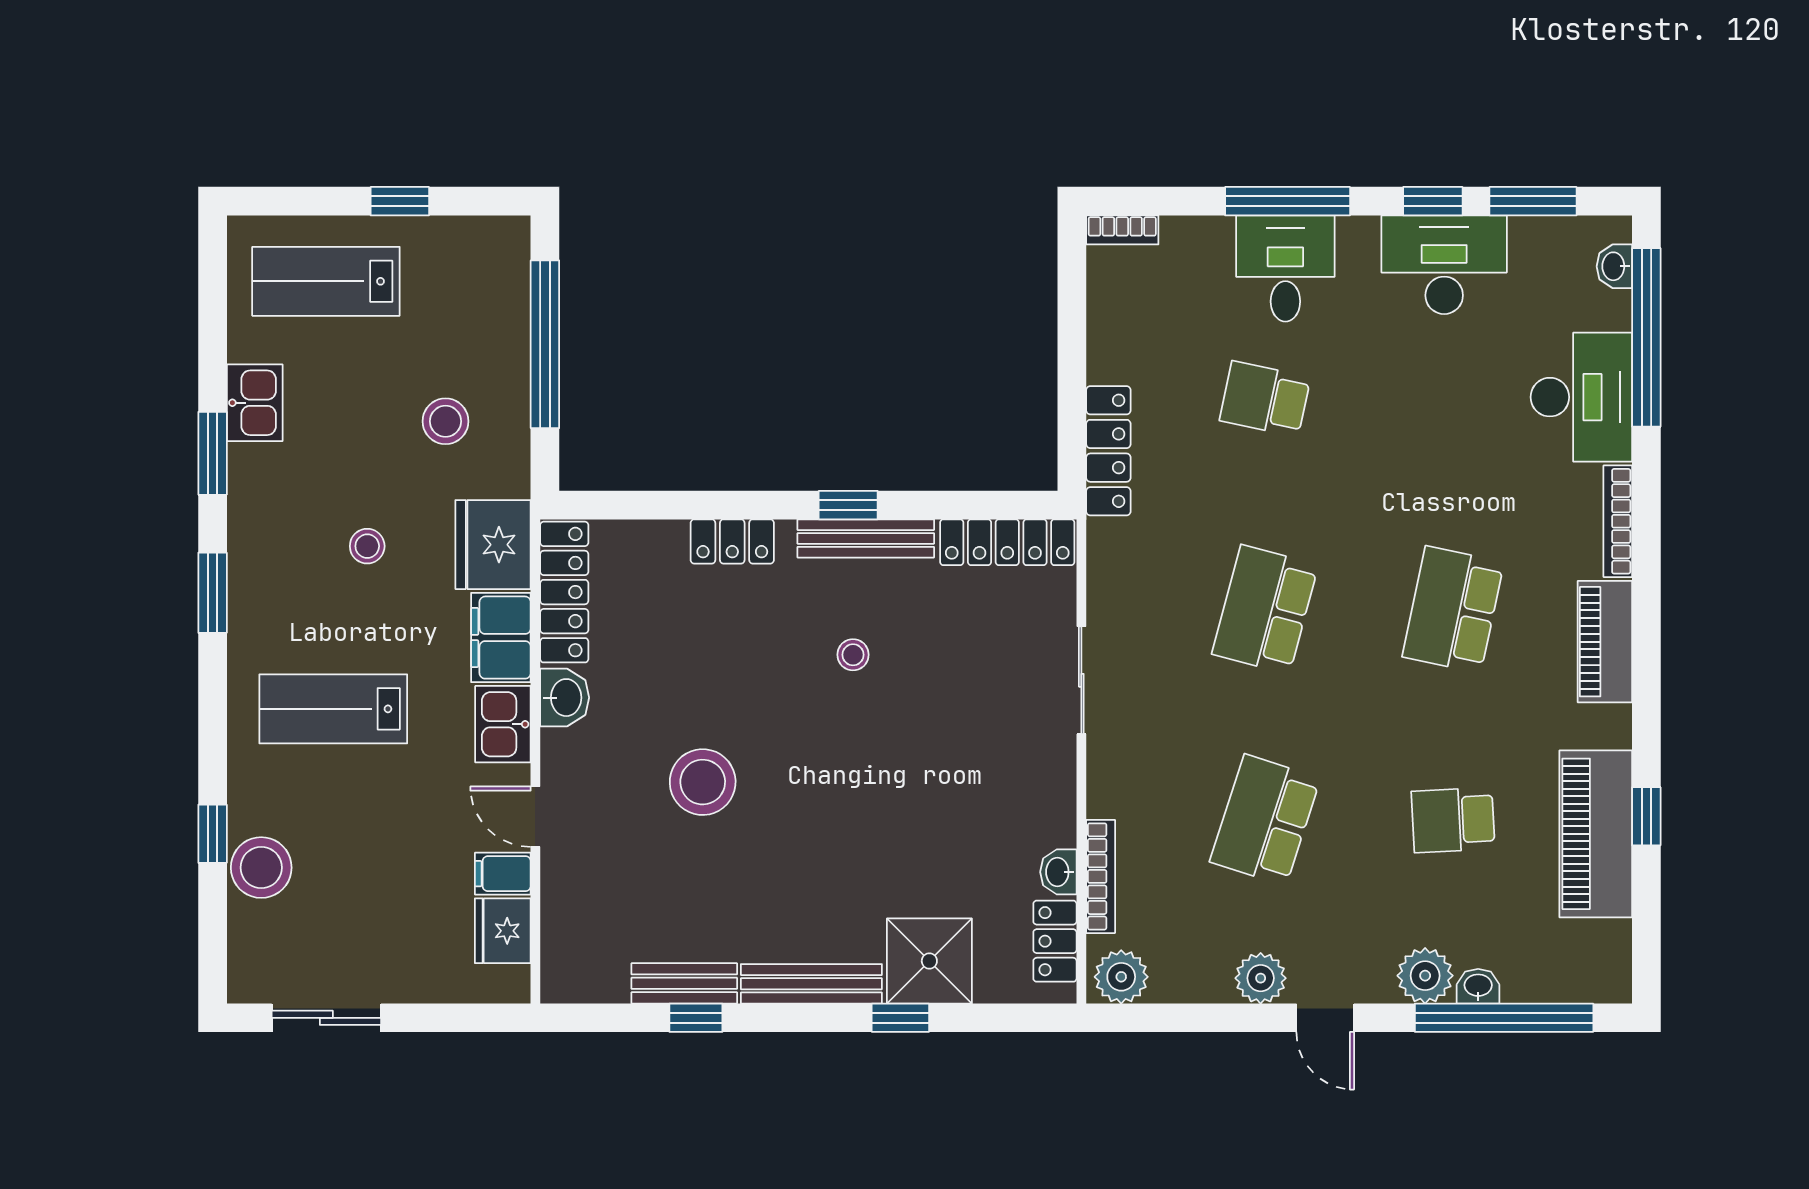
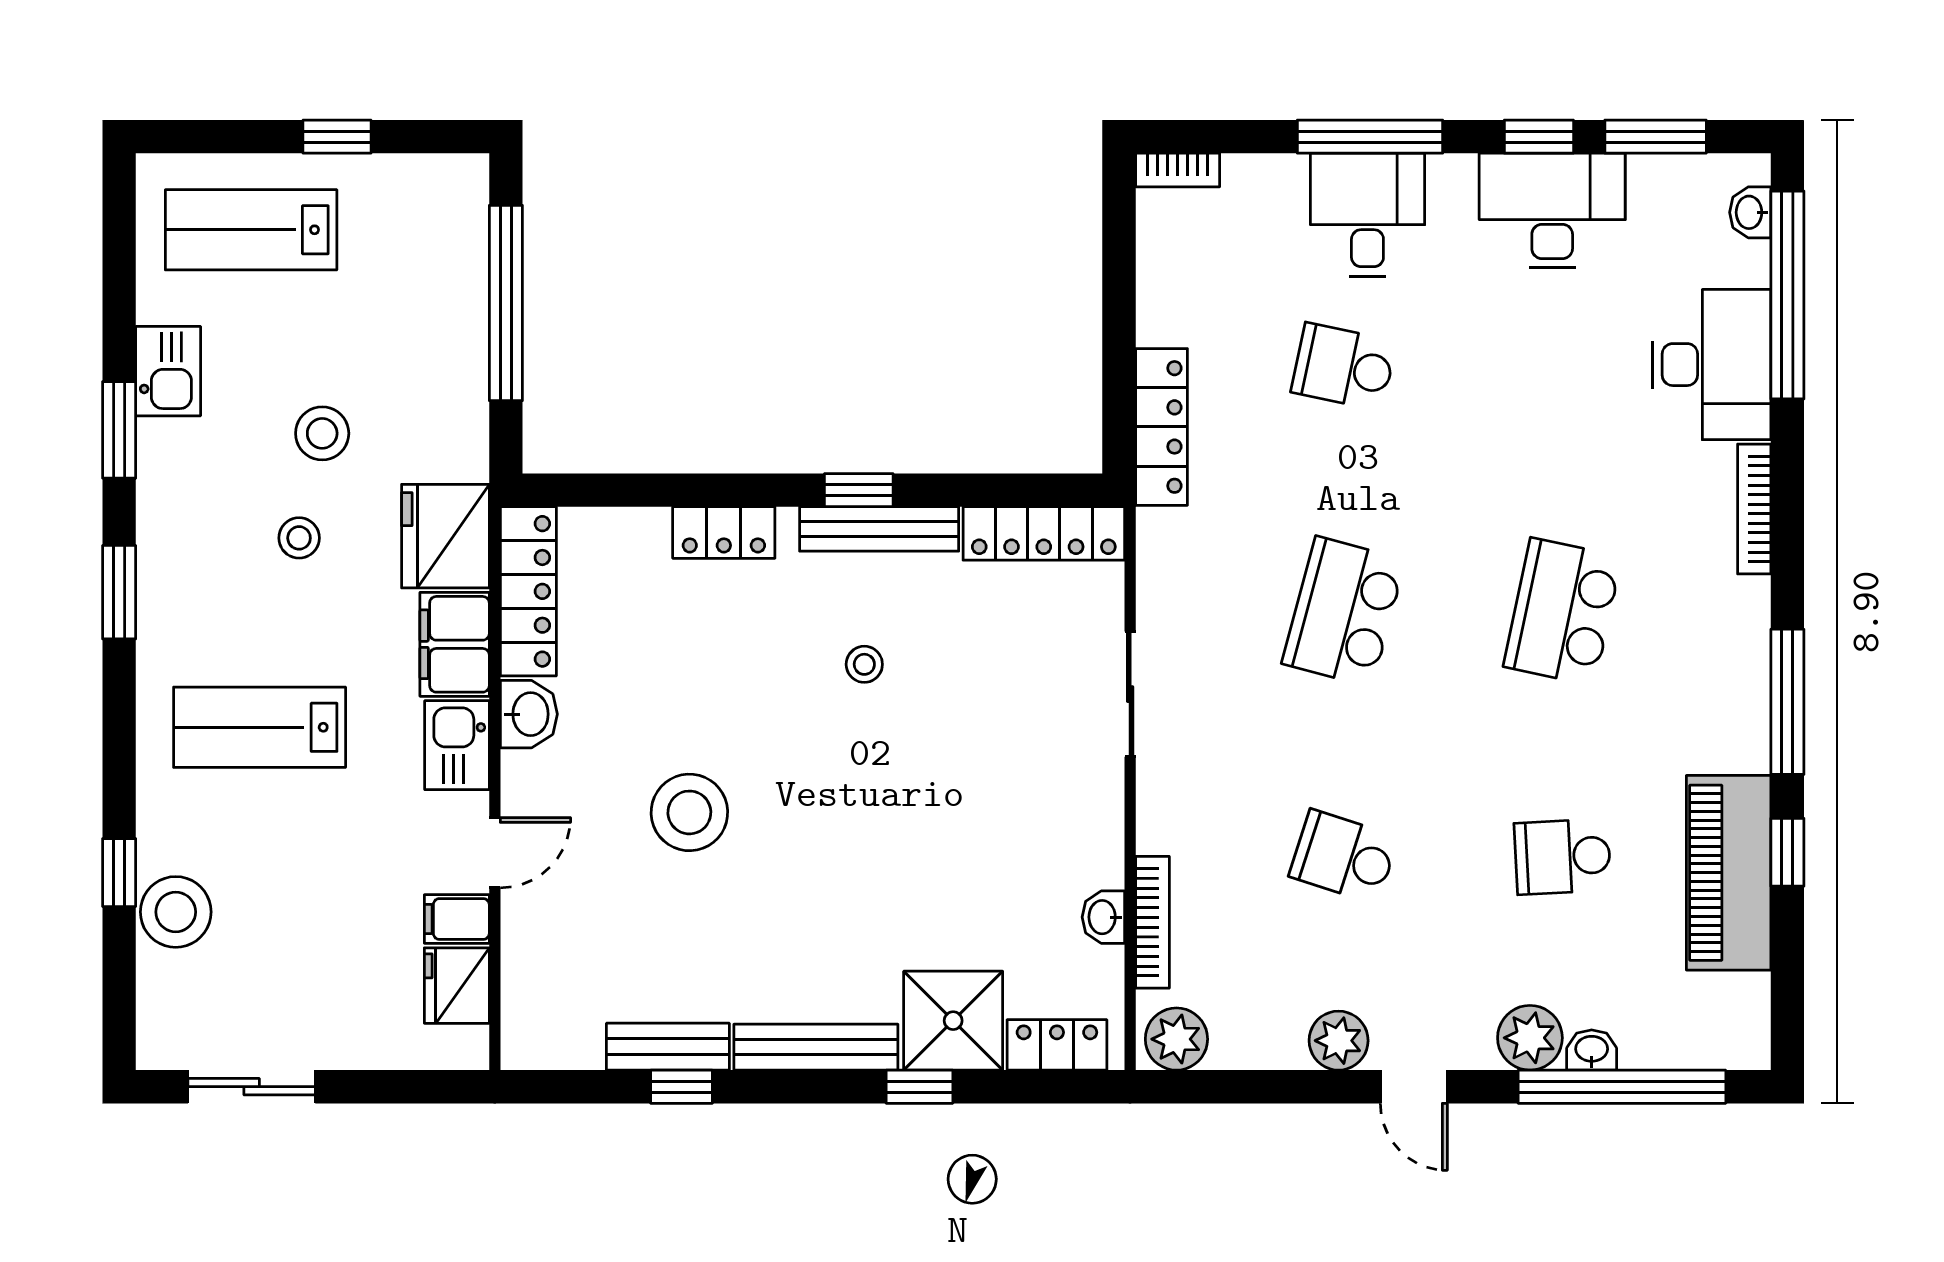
stool: (446, 421) -> (322, 433), moved
piano: (1605, 642) -> (1739, 649), removed
window: (1646, 687) -> (1787, 702), added
door: (535, 817) -> (495, 853), swing flipped
school desk: (1265, 820) -> (1344, 857), width x0.54
locker: (1055, 941) -> (1057, 1045), moved, turned 90

